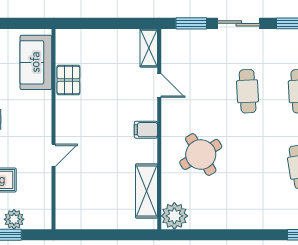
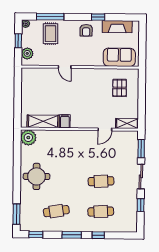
pallet: (68, 80) -> (120, 88), moved, turned 90
filing cabinet: (146, 130) -> (65, 121), moved
round table: (201, 155) -> (37, 176), moved, turned 31
plant: (14, 219) -> (27, 53), moved

